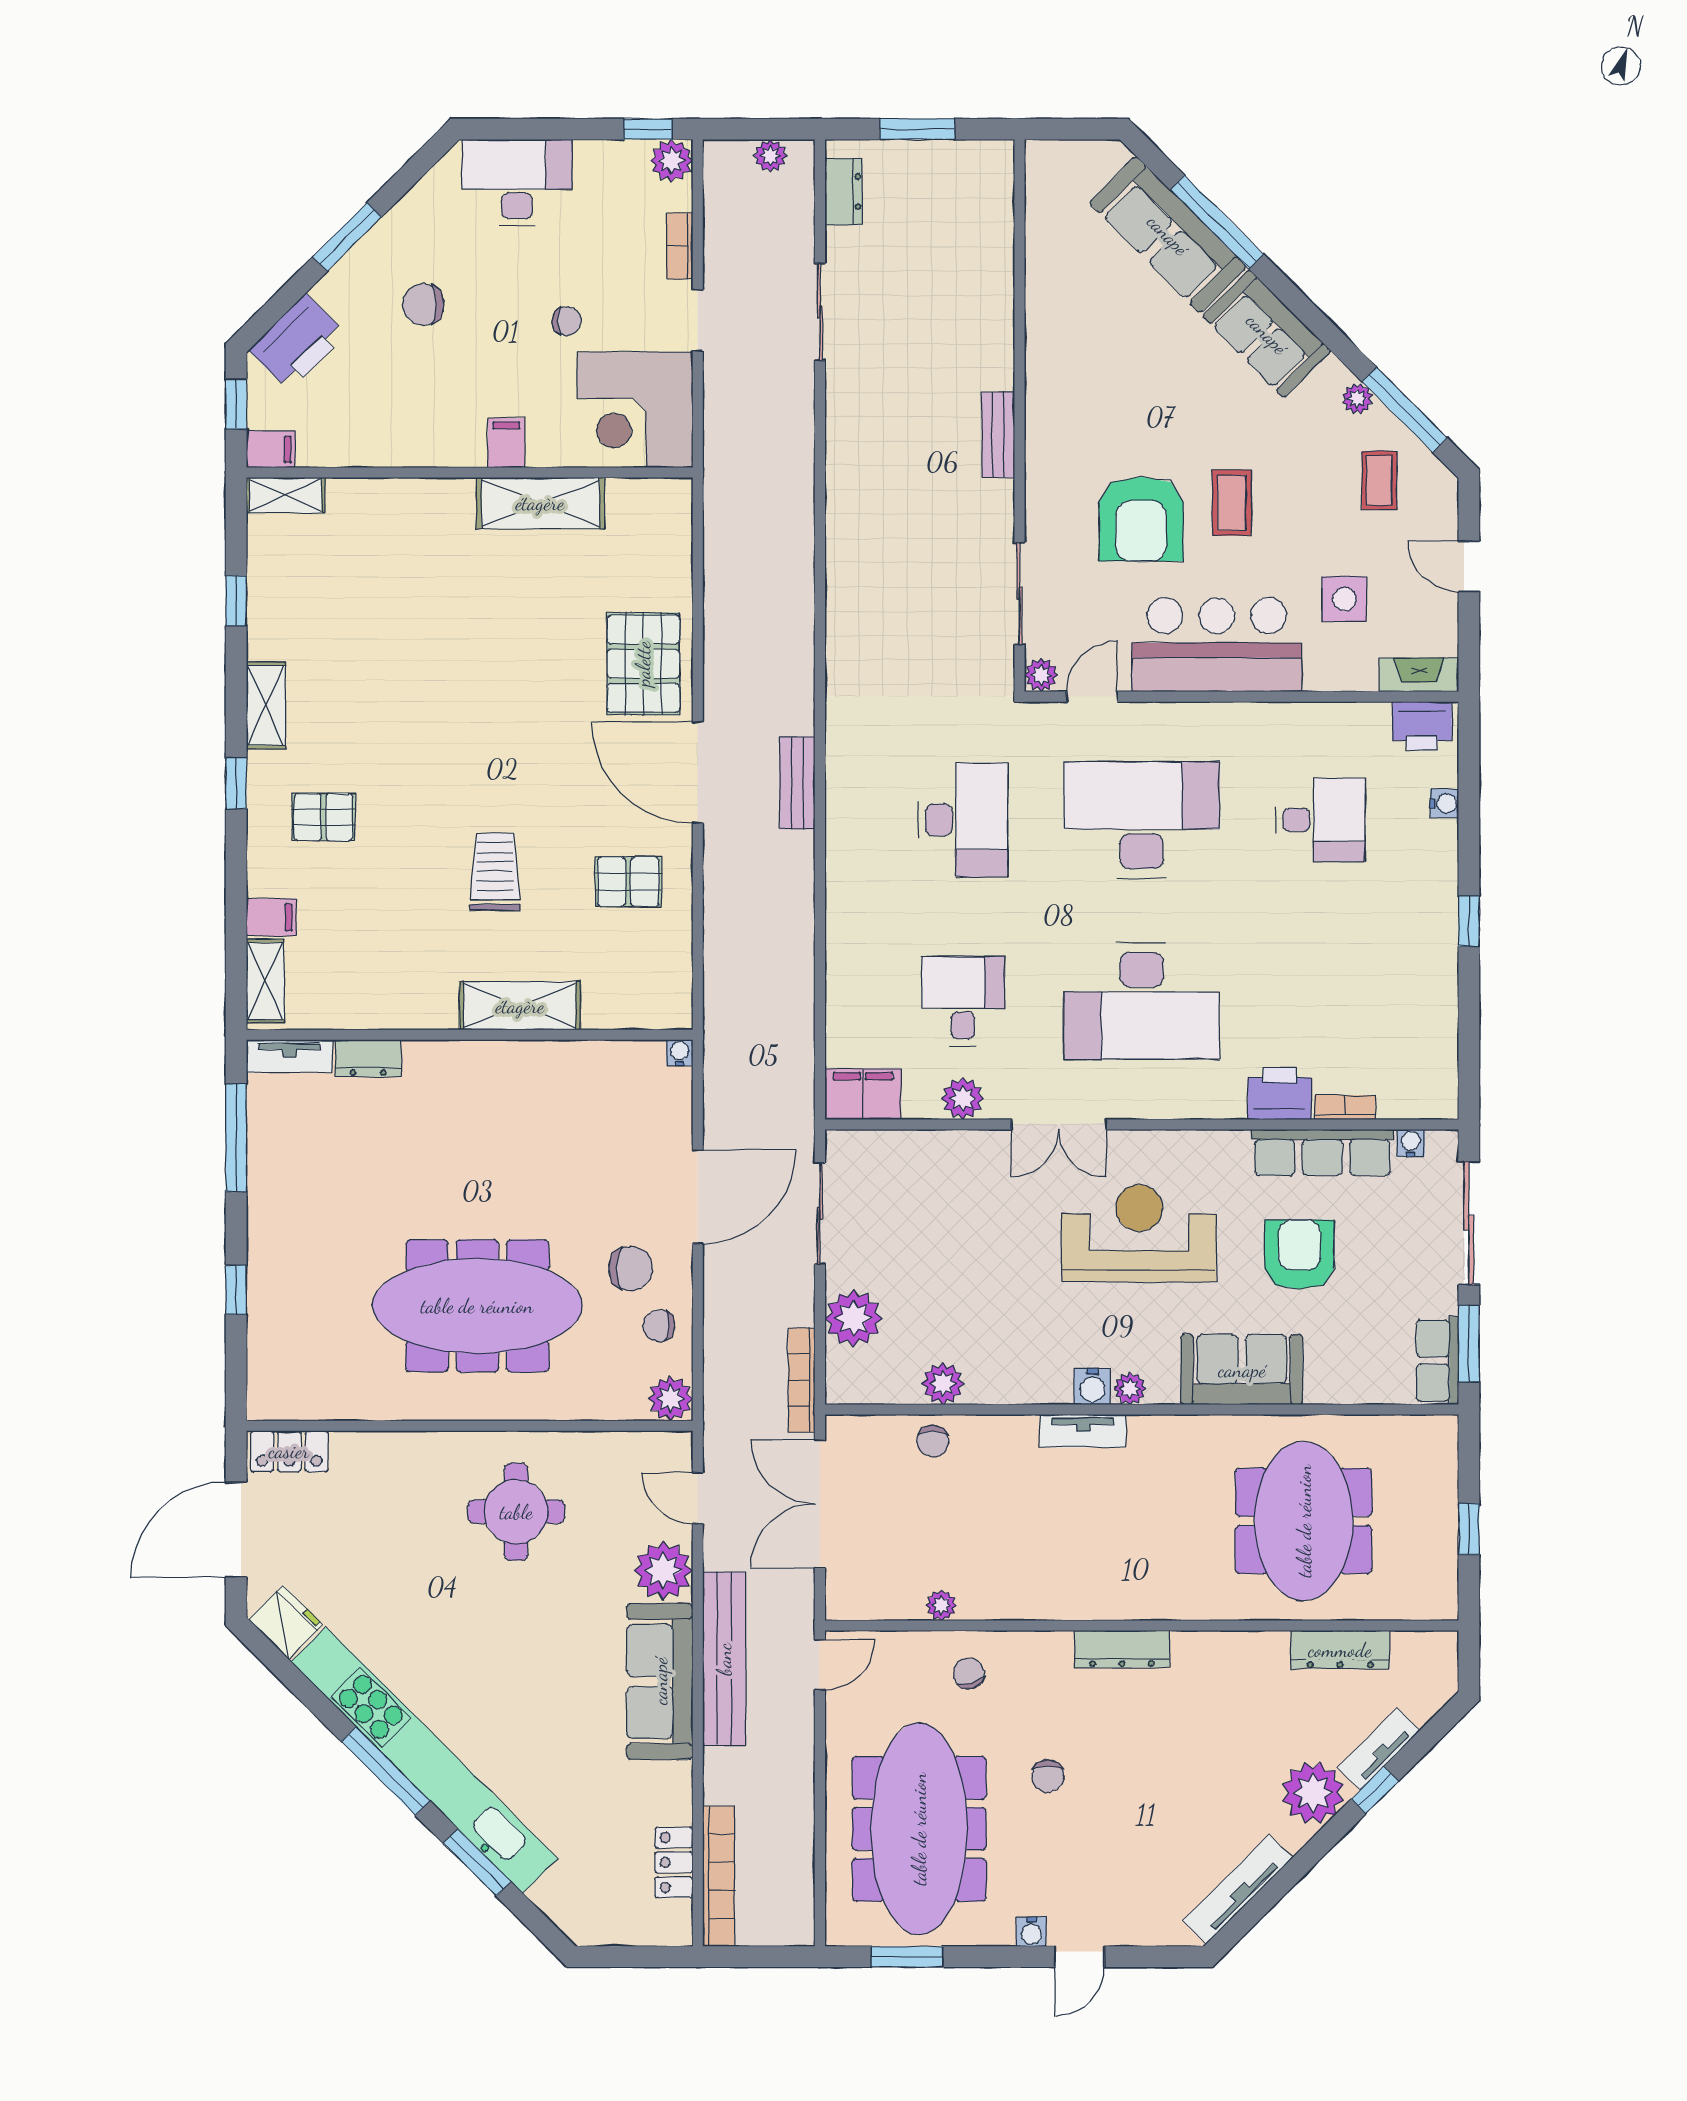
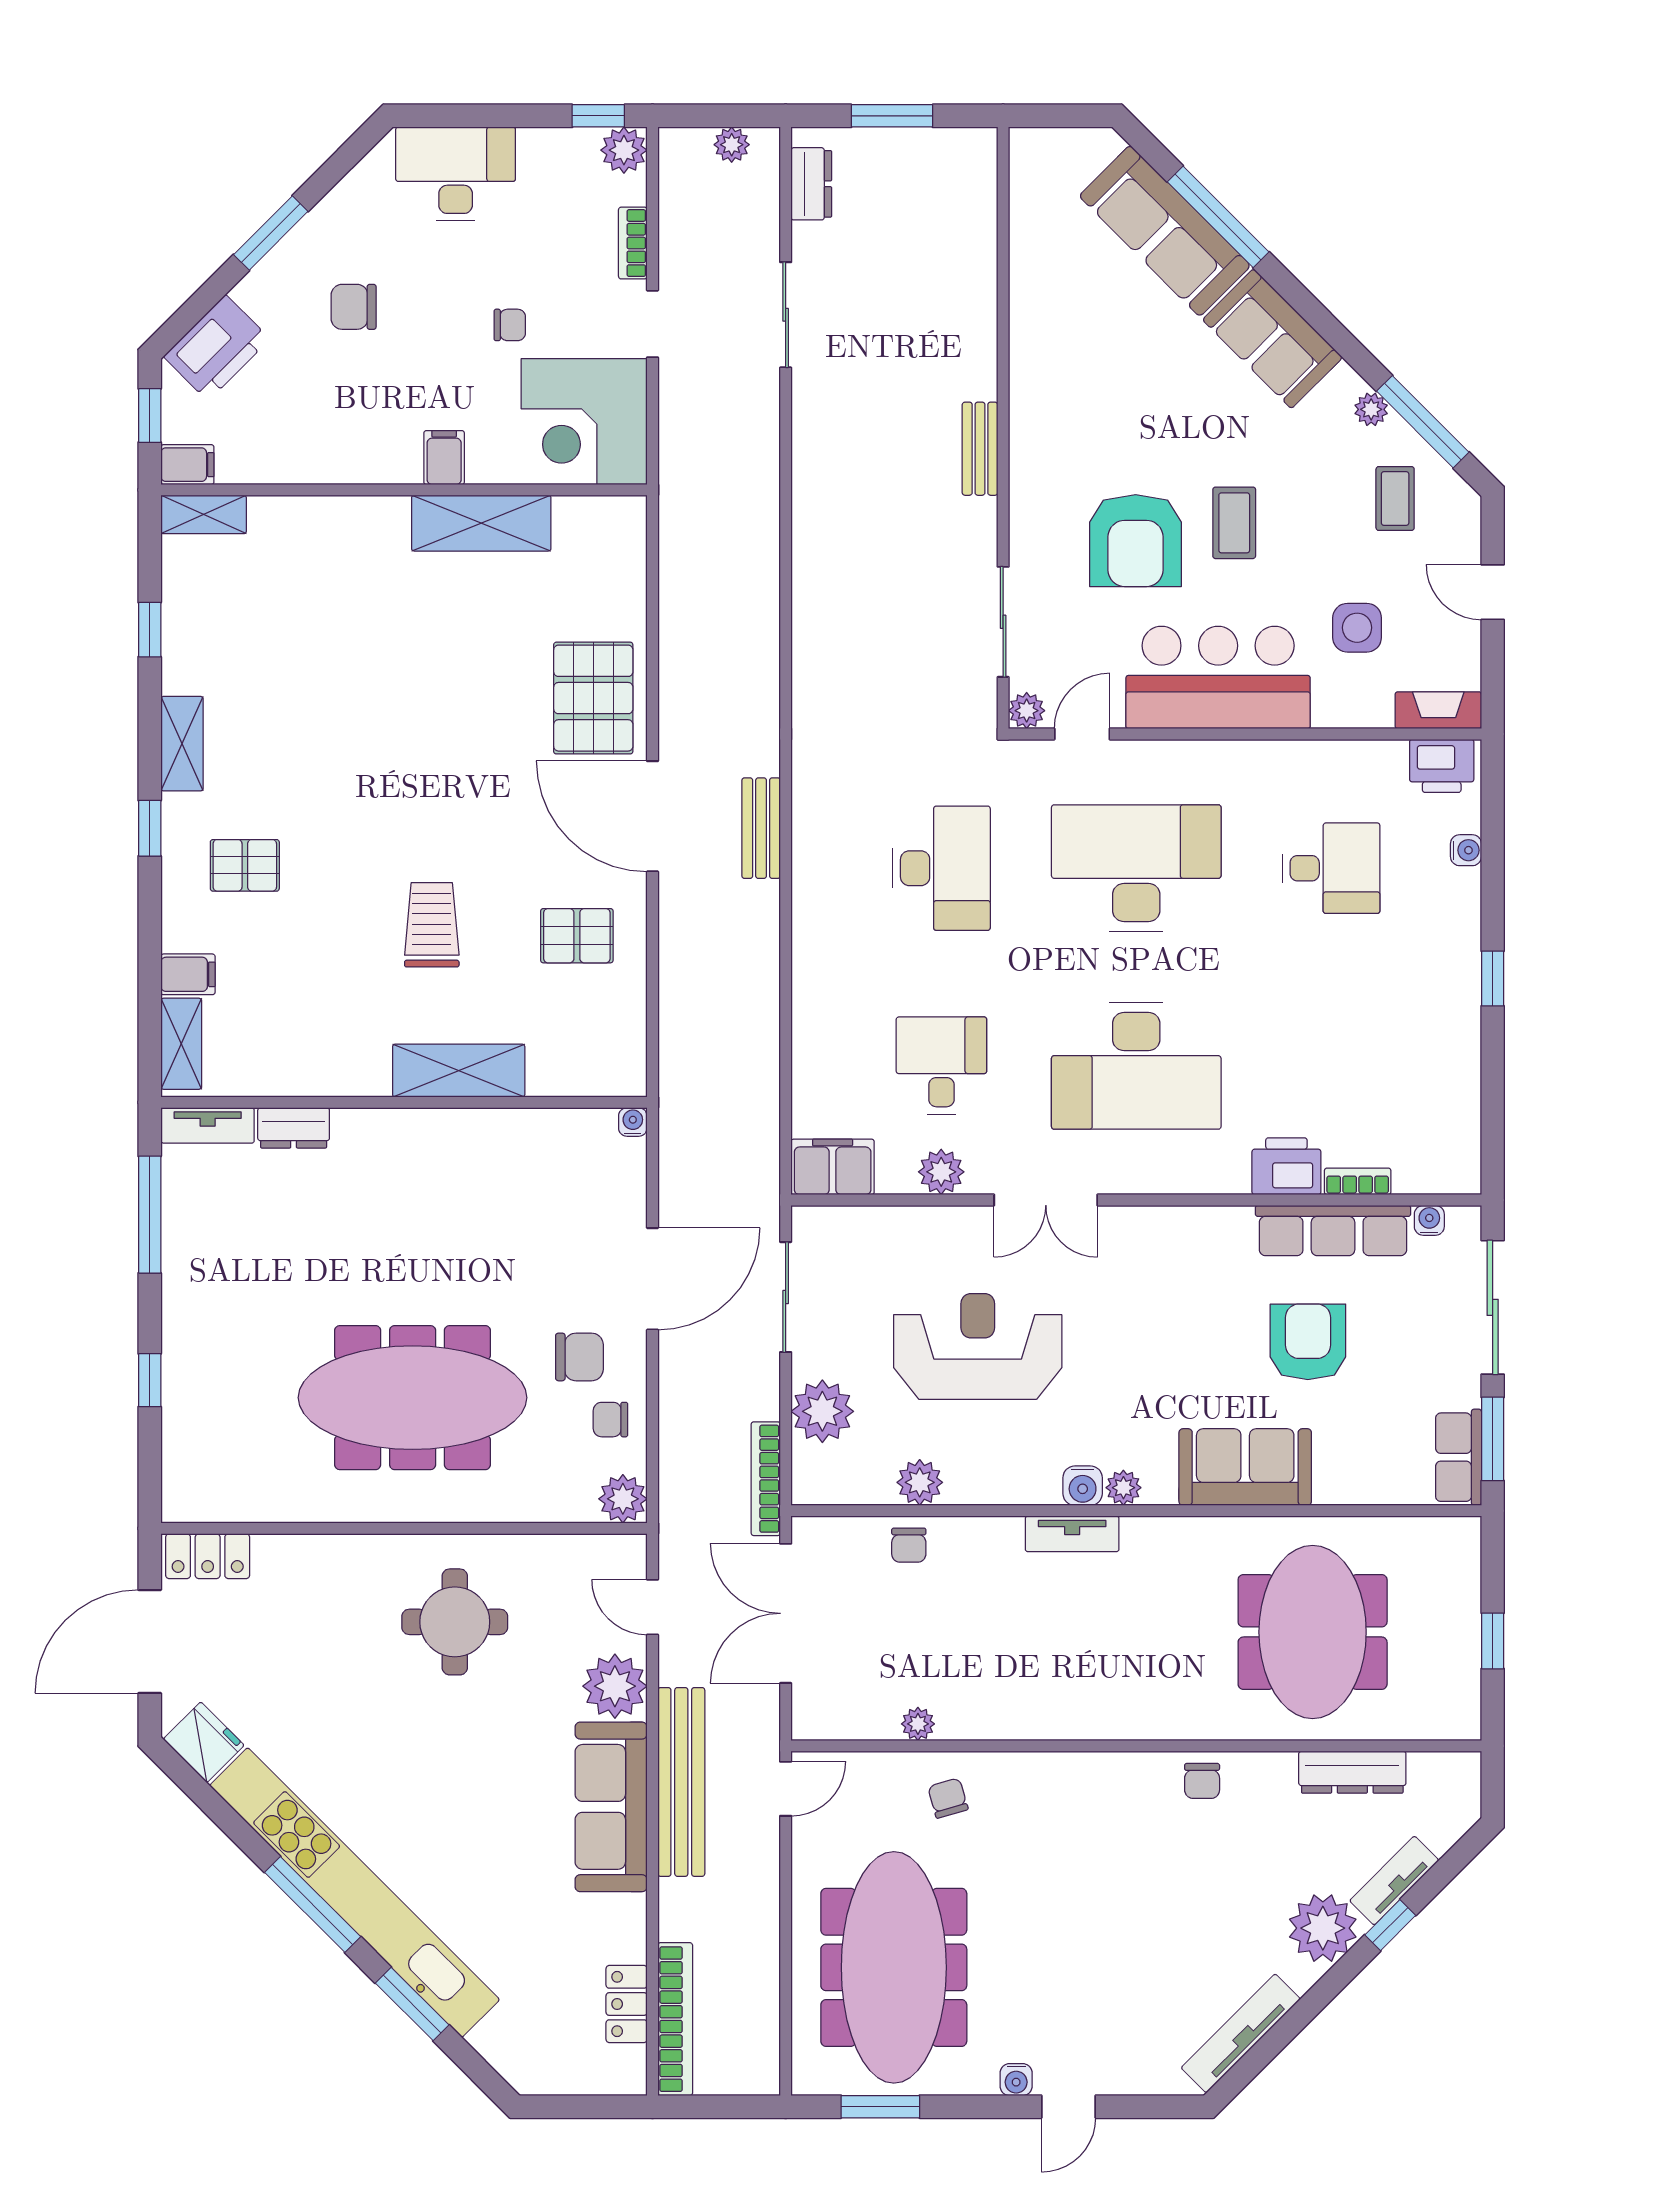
reception desk: (1139, 1233) -> (978, 1346), moved
dresser: (1122, 1649) -> (1115, 1772), removed
chair: (1048, 1776) -> (1202, 1781), moved

